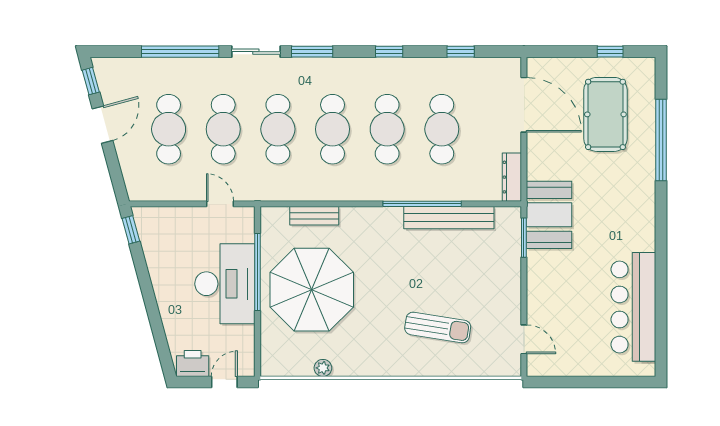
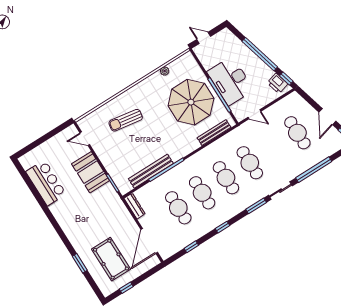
door: (524, 105) -> (149, 241), hinge flipped
cafe table: (223, 129) -> (274, 148), removed
window: (661, 140) -> (80, 263), width x0.47
booth: (549, 215) -> (91, 172), moved
bench: (314, 216) -> (214, 133), width x1.36
window: (149, 297) -> (260, 54), added
bar counter: (633, 307) -> (46, 183), width x0.73
printer: (193, 363) -> (277, 83), moved, turned 75
door: (224, 382) -> (204, 38), swing flipped

